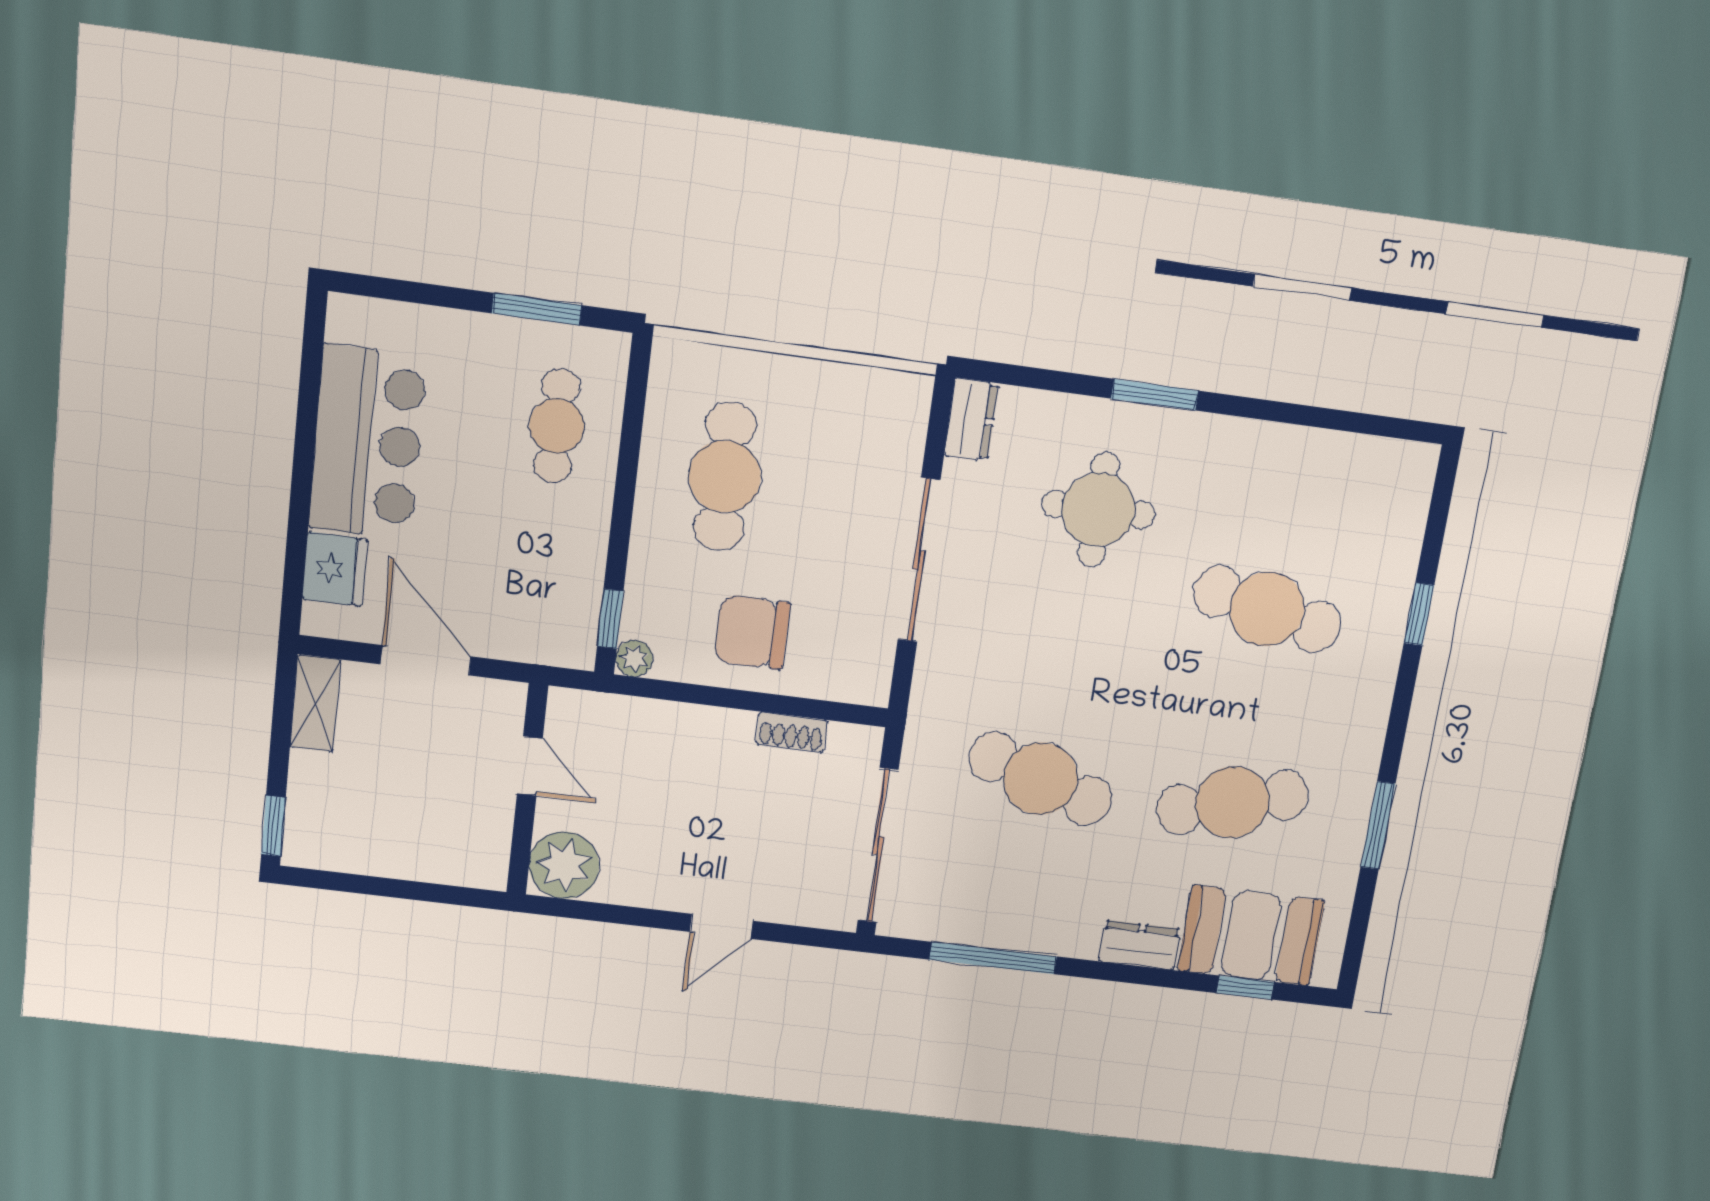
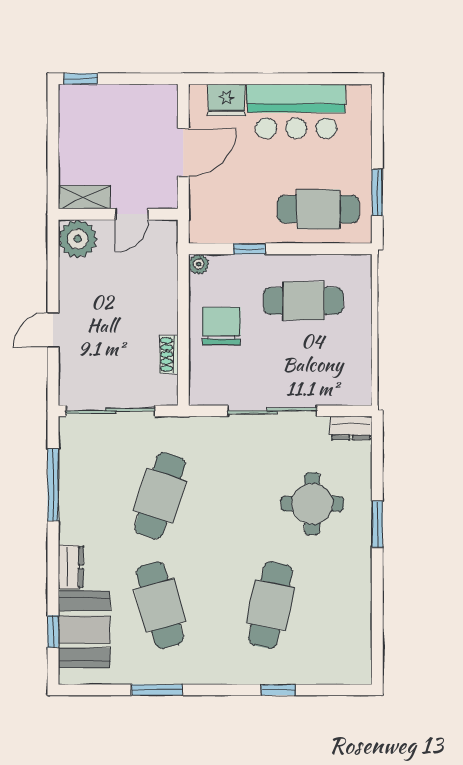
cafe table: (557, 426) -> (318, 209), width x1.37, depth x1.35
window: (610, 619) -> (249, 249), moved
shelving: (315, 703) -> (84, 197), moved
door: (721, 926) -> (53, 330), hinge flipped

